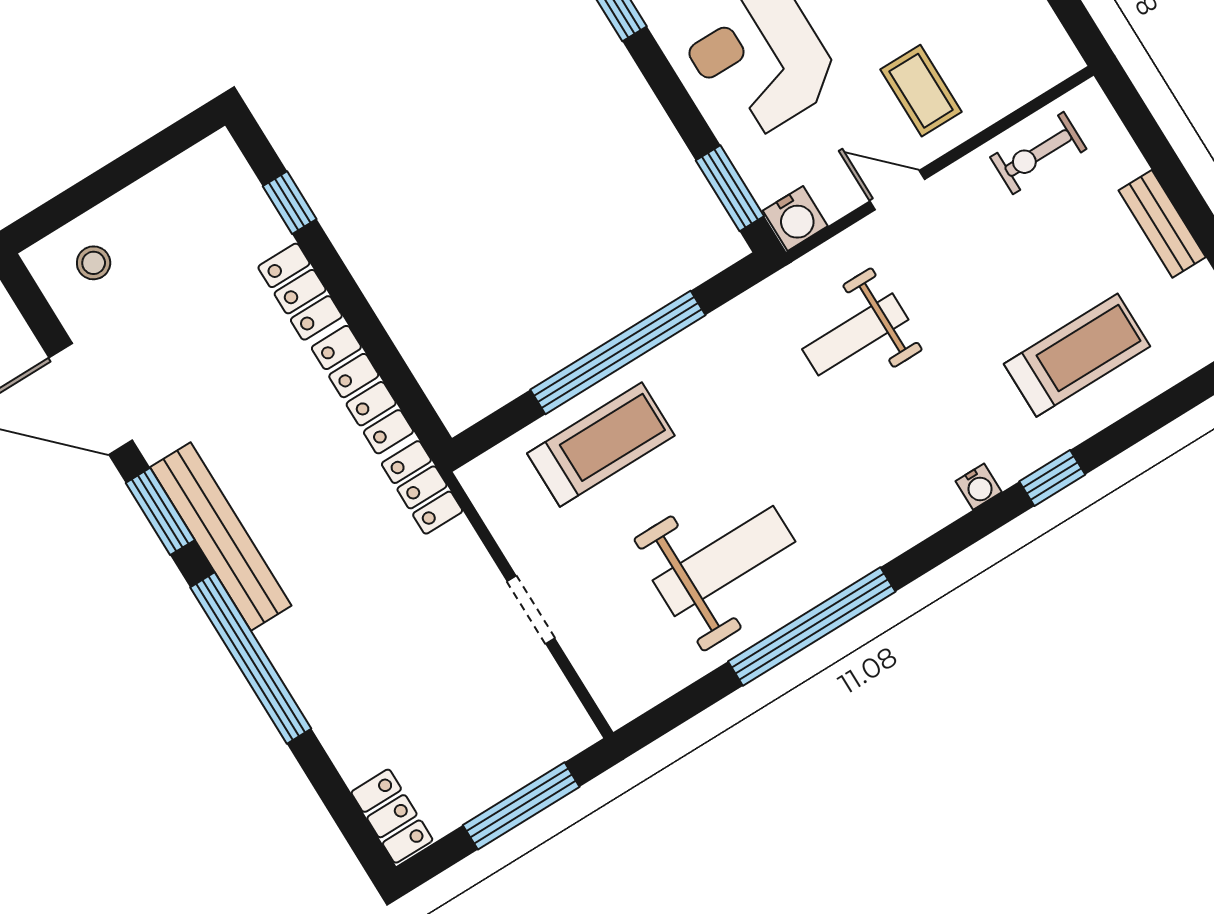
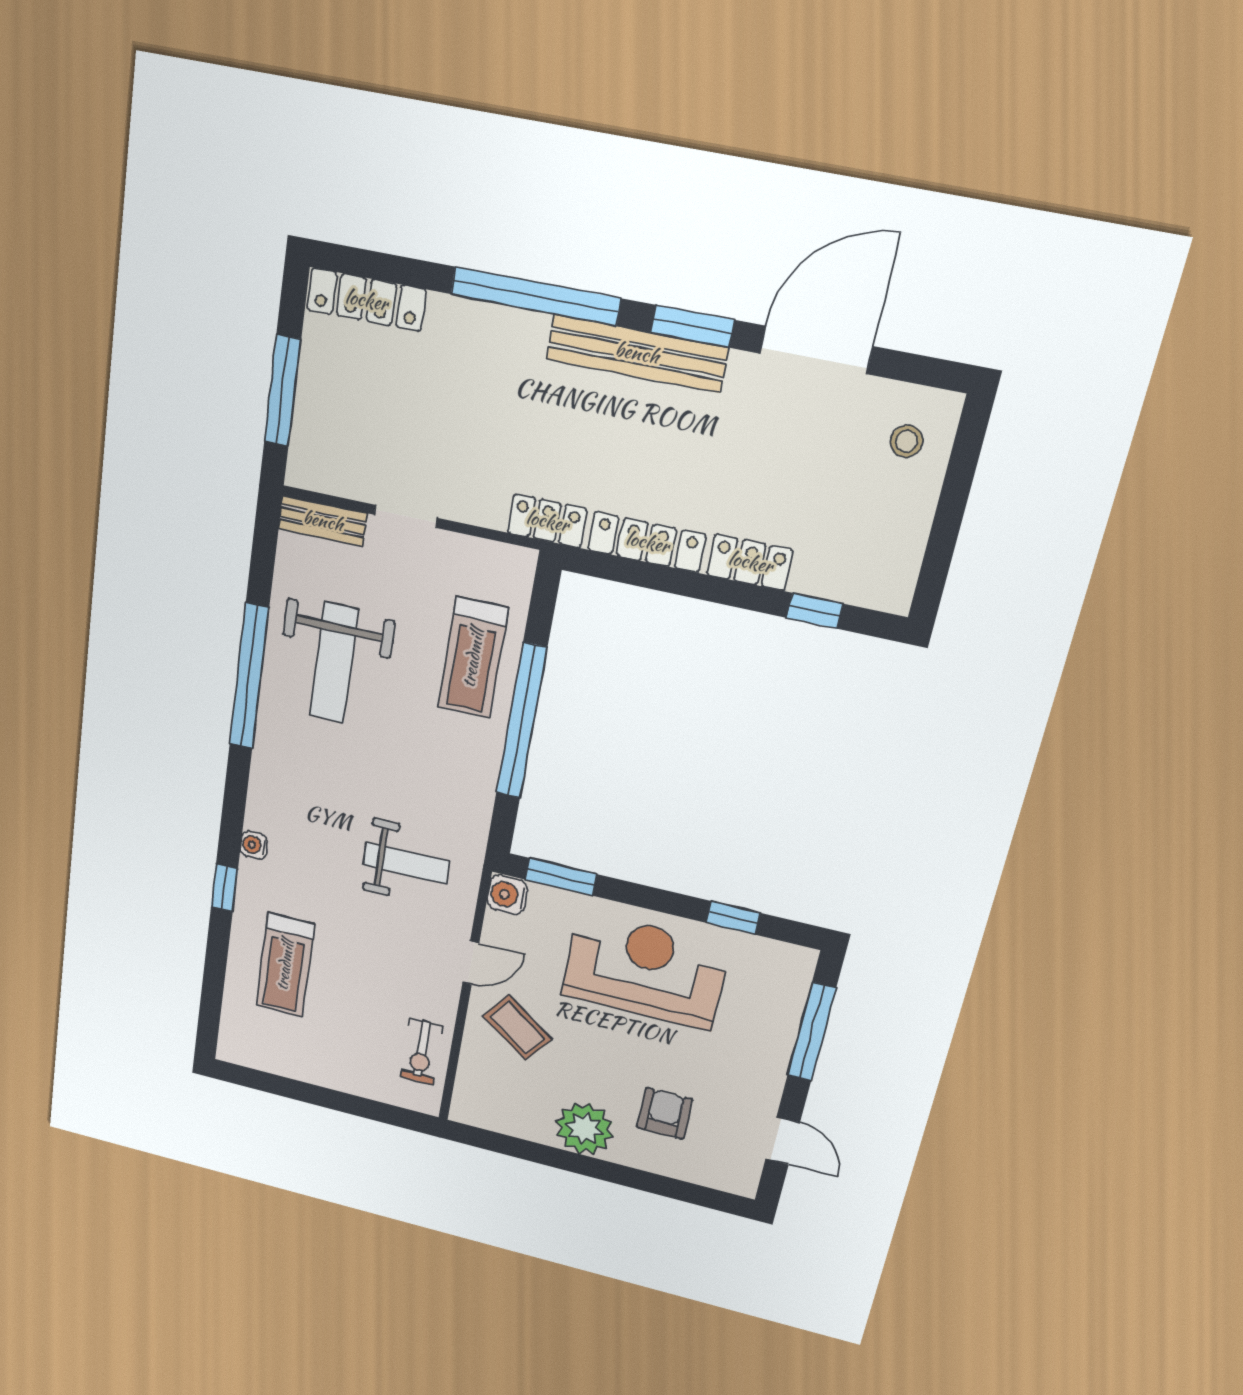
coffee table: (921, 91) -> (517, 1028), turned 36
exercise bike: (1038, 153) -> (421, 1052), turned 180
bench: (1162, 224) -> (323, 521), moved
weight bench: (855, 334) -> (406, 863), turned 90
locker: (392, 816) -> (366, 300), width x1.53

